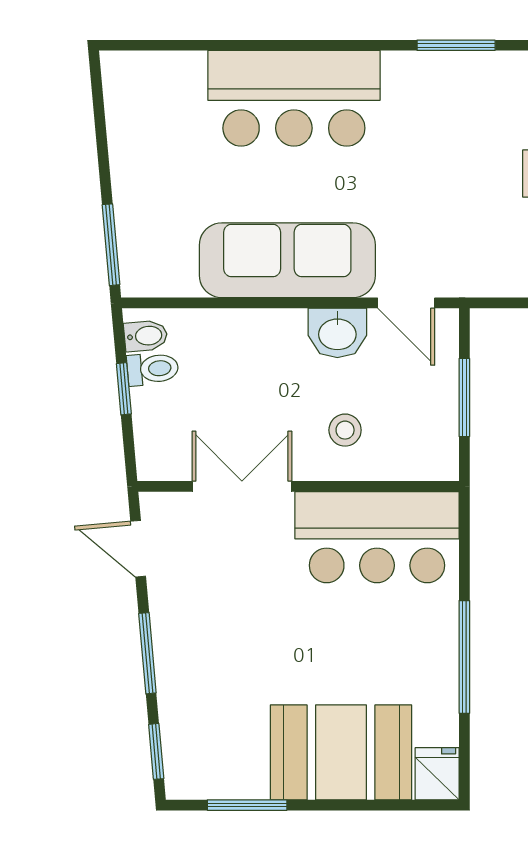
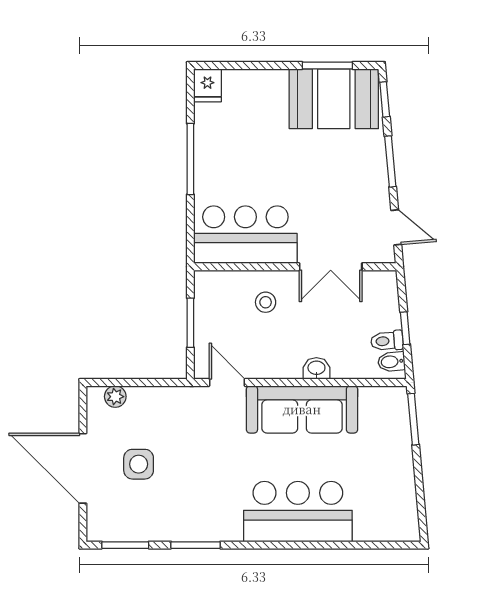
washbasin: (337, 333) -> (316, 368), moved, width x0.72, depth x0.69
booth: (341, 752) -> (334, 99), moved

